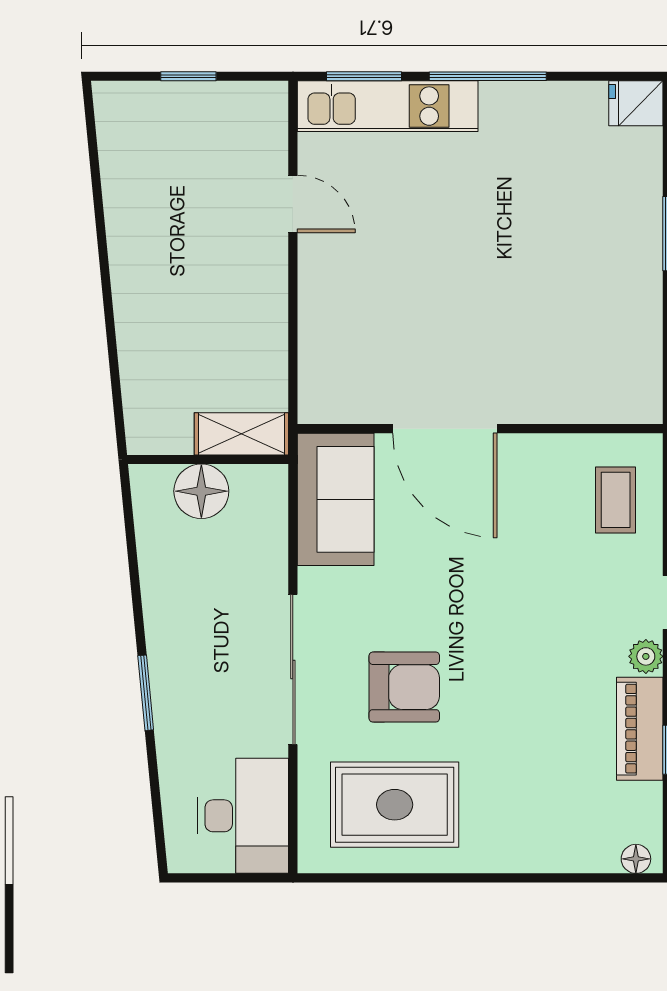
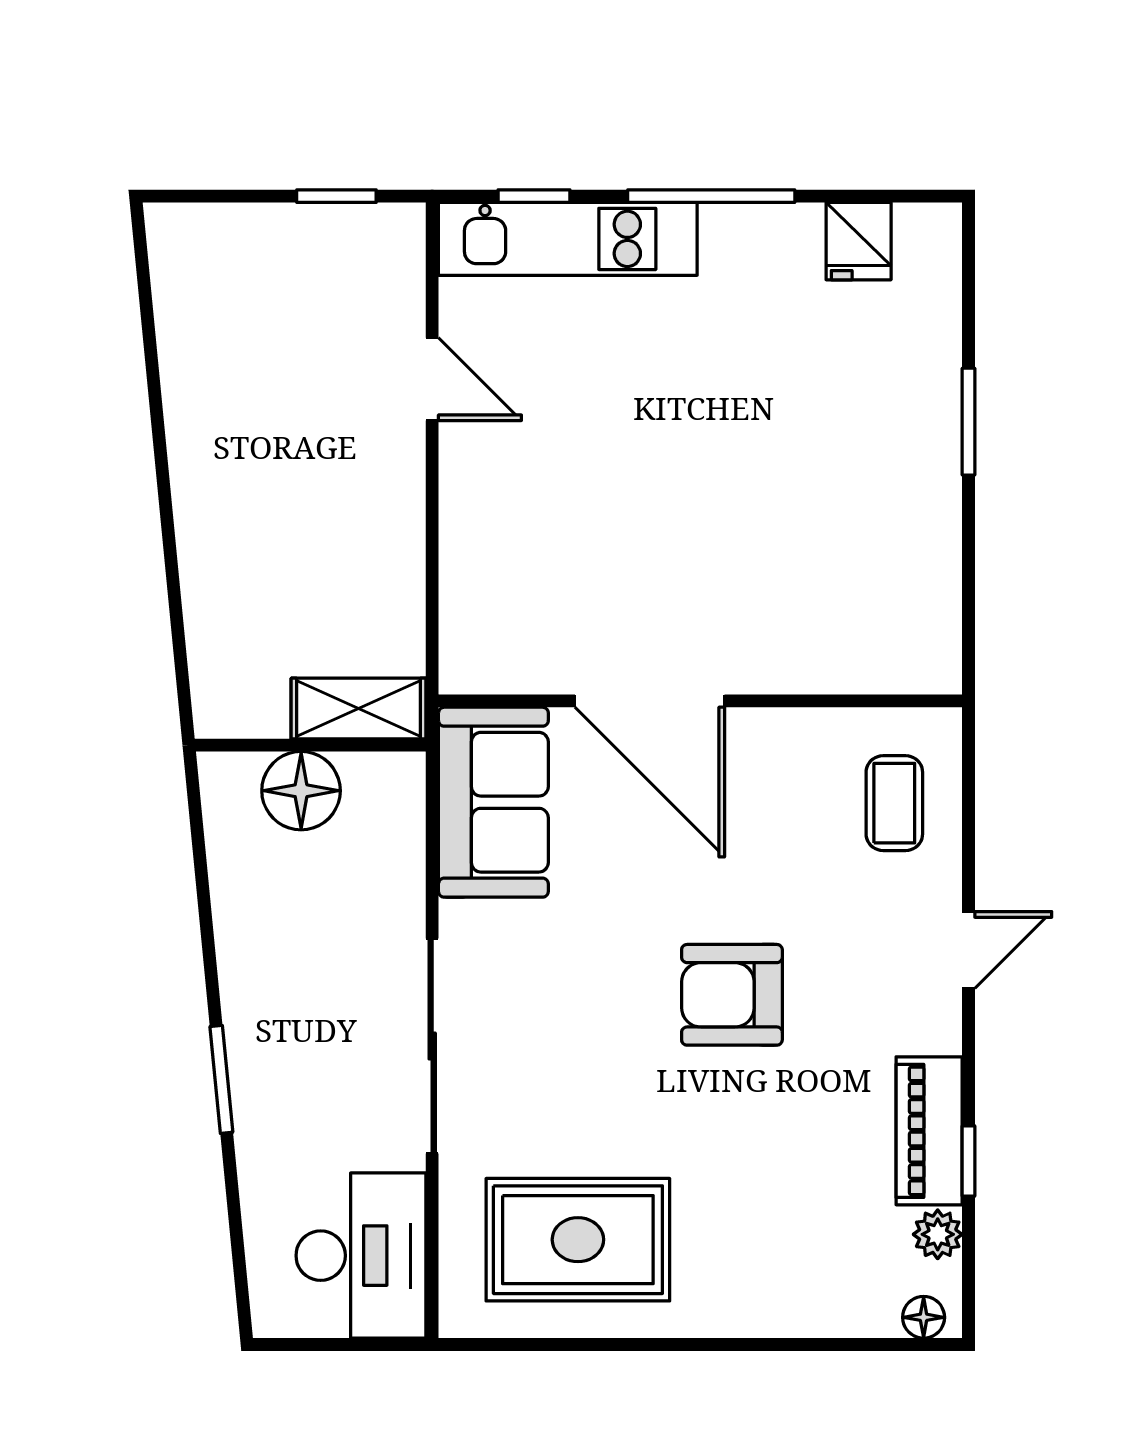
window: (188, 76) -> (336, 196), moved
window: (364, 76) -> (534, 196), width x0.67
fridge: (636, 103) -> (859, 241), moved, turned -90
plant: (646, 656) -> (938, 1234), moved
armchair: (404, 687) -> (732, 995), moved, turned 180

